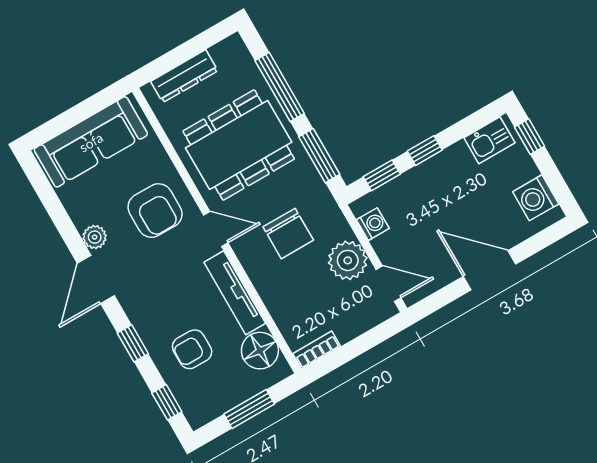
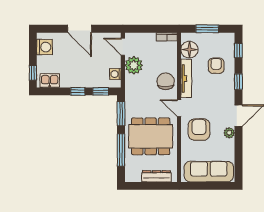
chair: (288, 233) -> (166, 81), moved
armchair: (192, 349) -> (216, 66), turned -90

